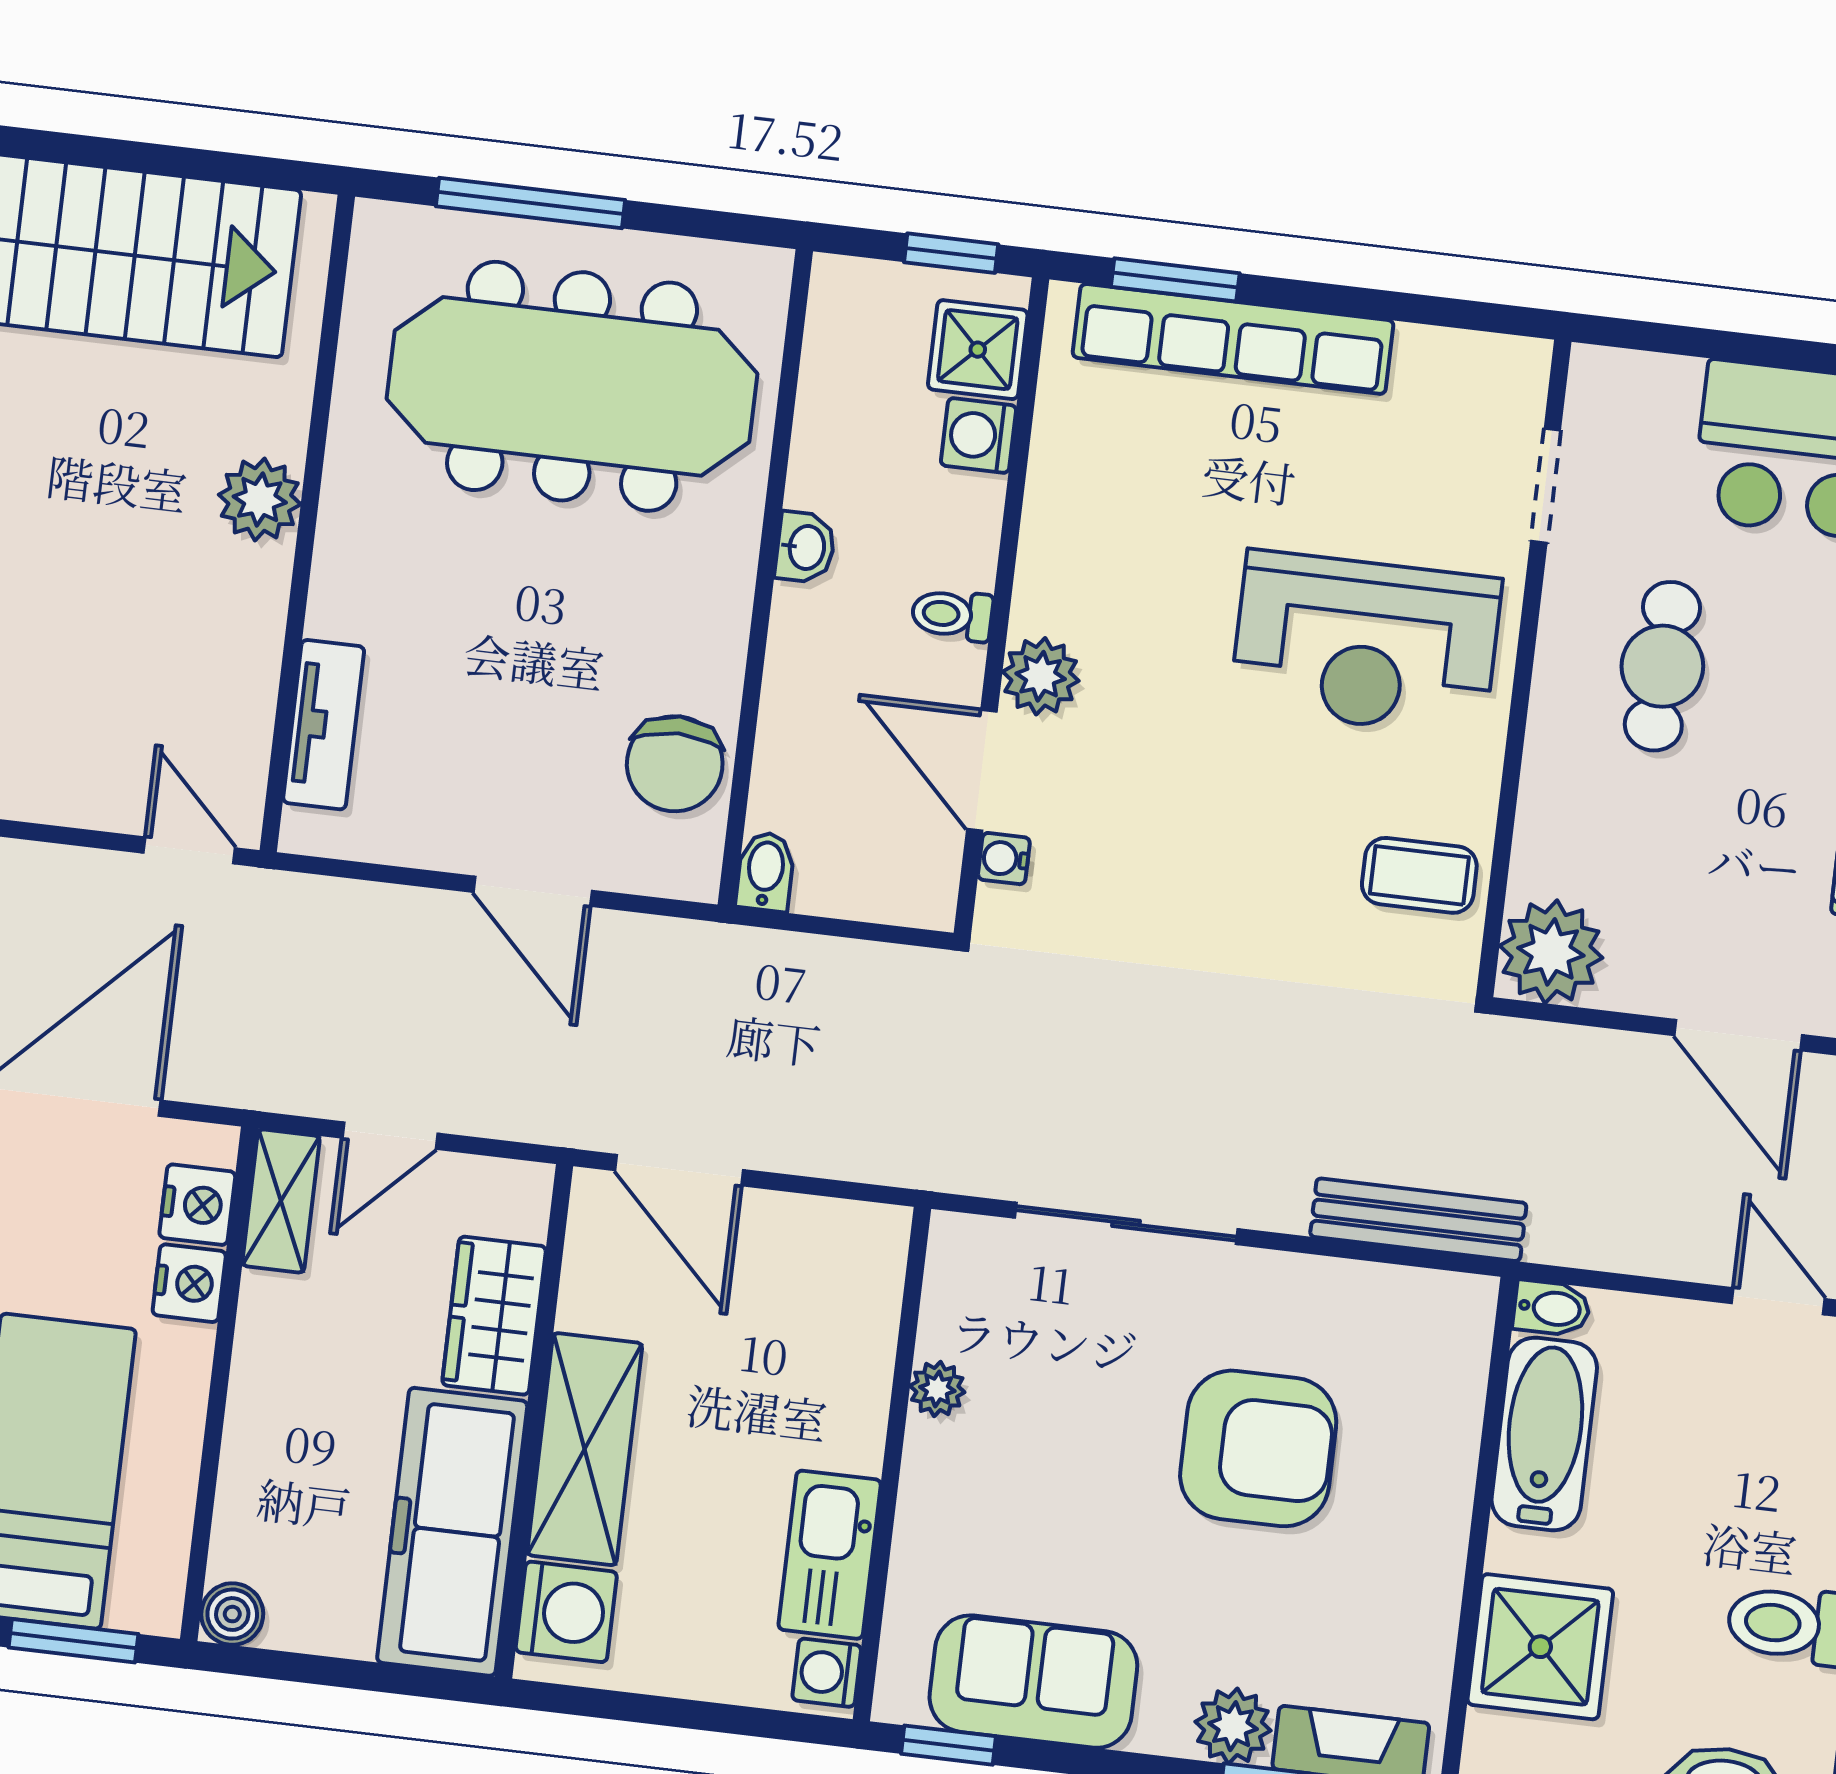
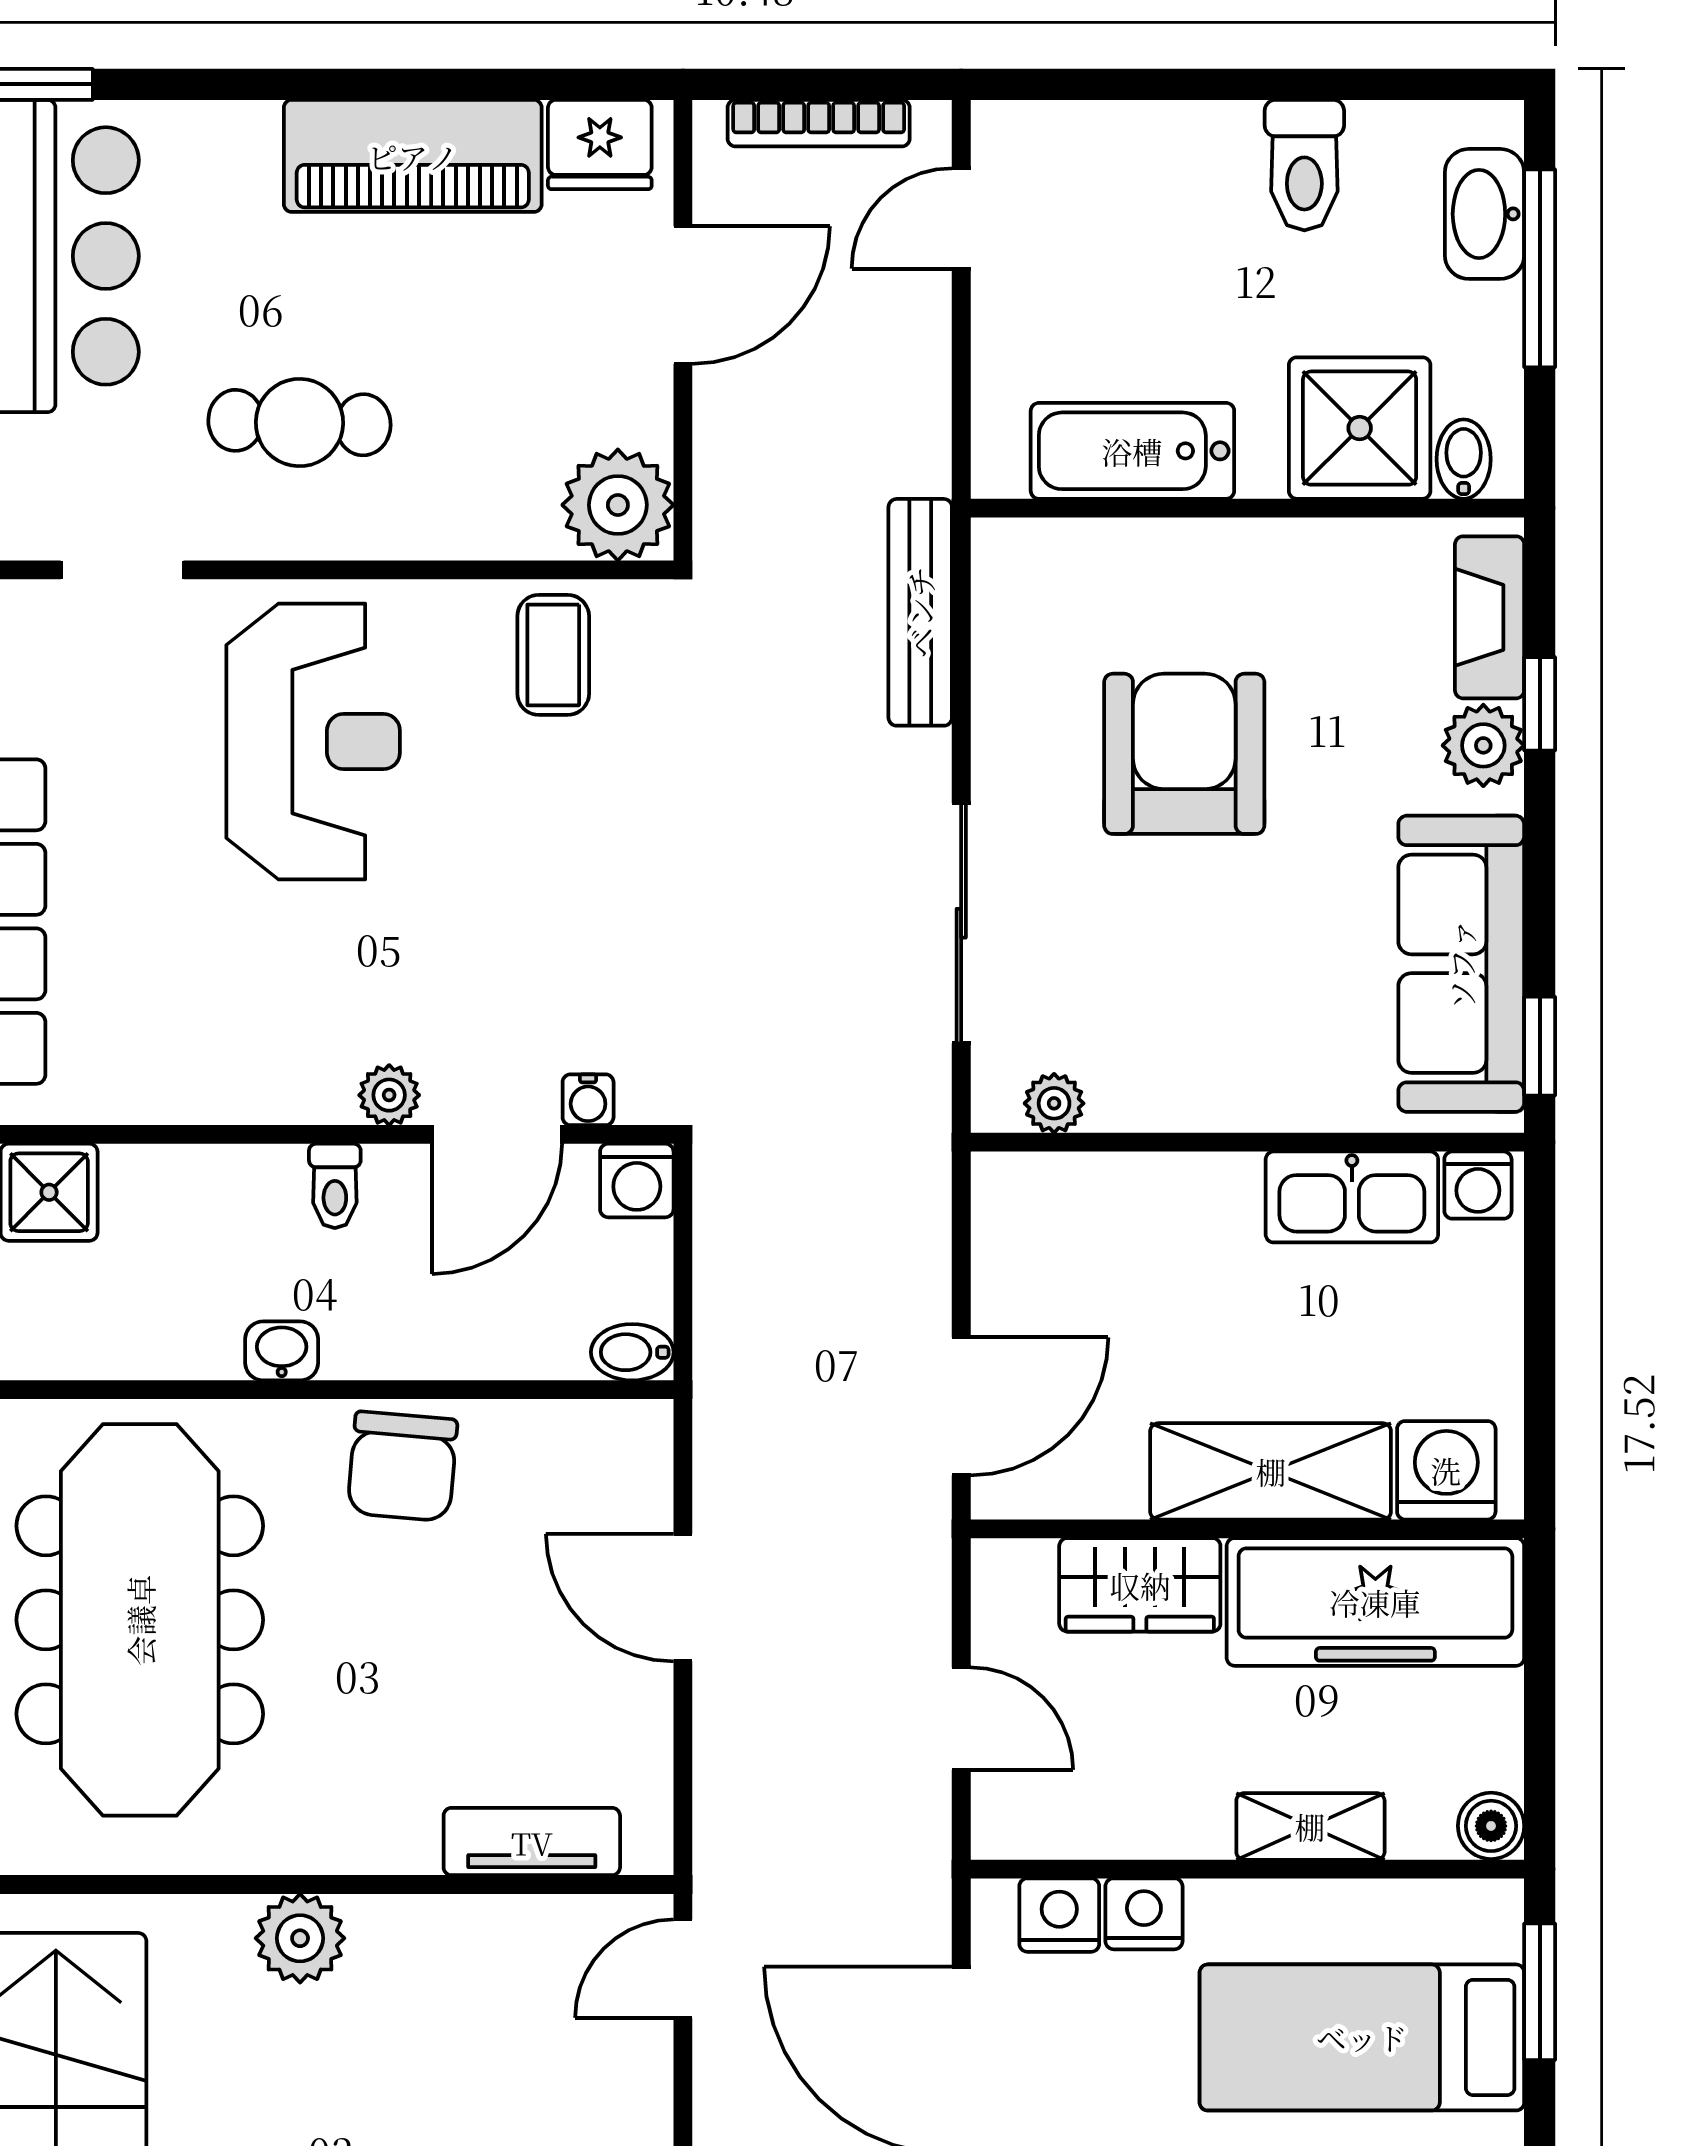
washing machine: (979, 436) -> (637, 1181), moved
plant: (1041, 676) -> (389, 1095), width x0.73, depth x0.73
chair: (675, 764) -> (402, 1466), moved, turned 95
door: (533, 891) -> (683, 1598), swing flipped
shelving: (281, 1201) -> (1310, 1826), moved
bidet: (1552, 1308) -> (1464, 459), moved
plant: (937, 1389) -> (1054, 1103), moved
sofa: (1033, 1682) -> (1461, 964), width x1.36

